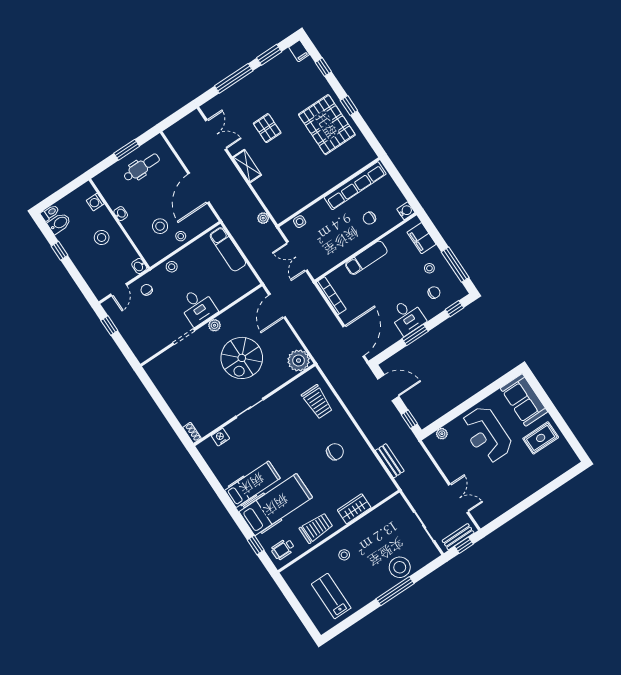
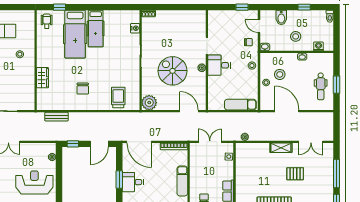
bidet: (59, 223) -> (281, 18), moved
trolley: (317, 402) -> (118, 97), turned 90
trolley: (316, 528) -> (46, 48), removed

